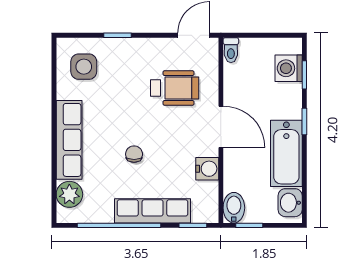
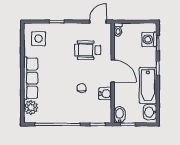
wheelchair: (175, 88) -> (88, 50), turned 180
chair: (134, 154) -> (82, 88), moved
row of seats: (153, 211) -> (76, 116), removed

